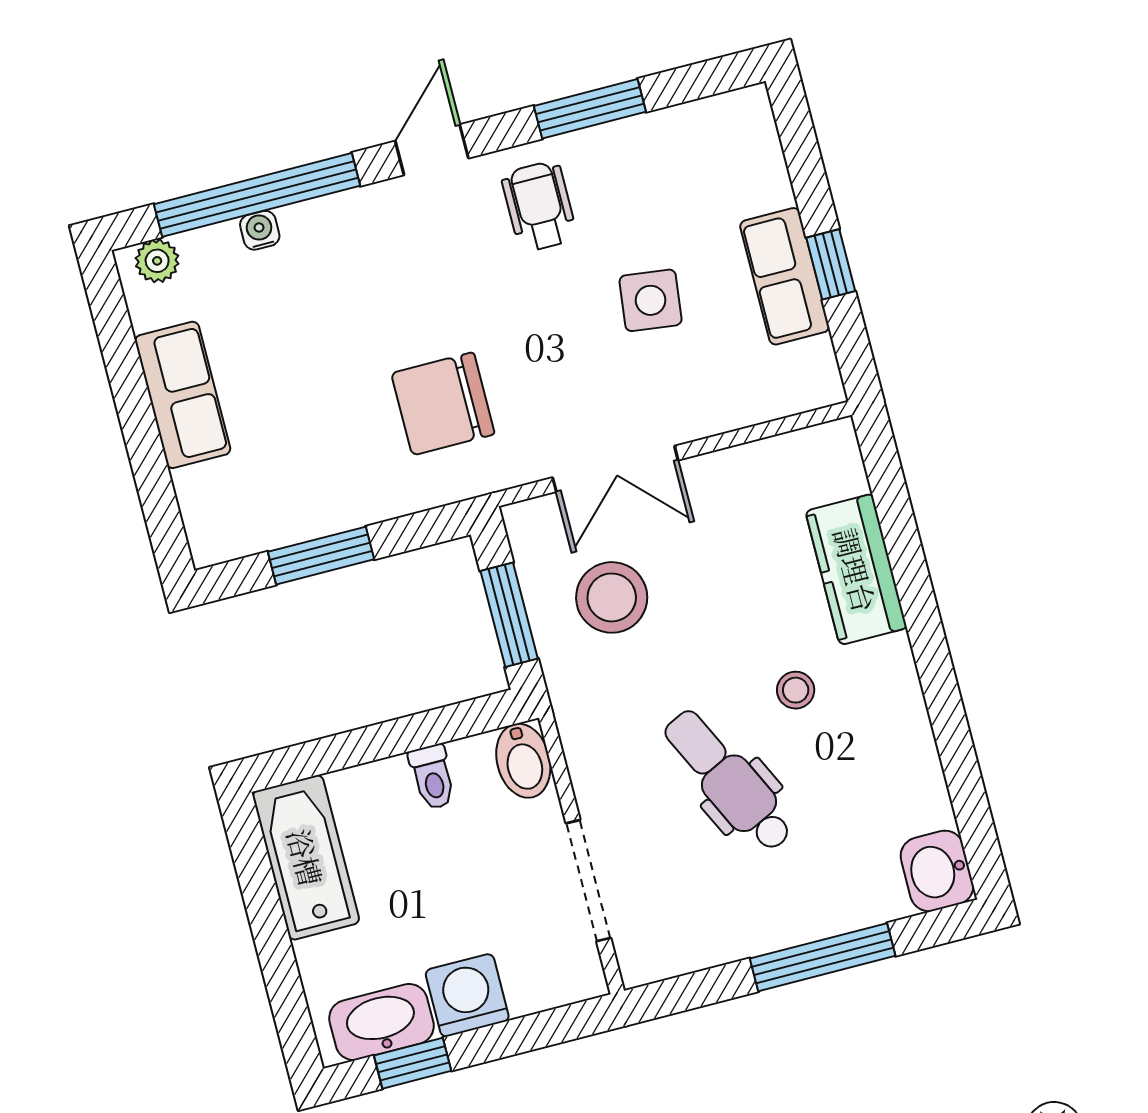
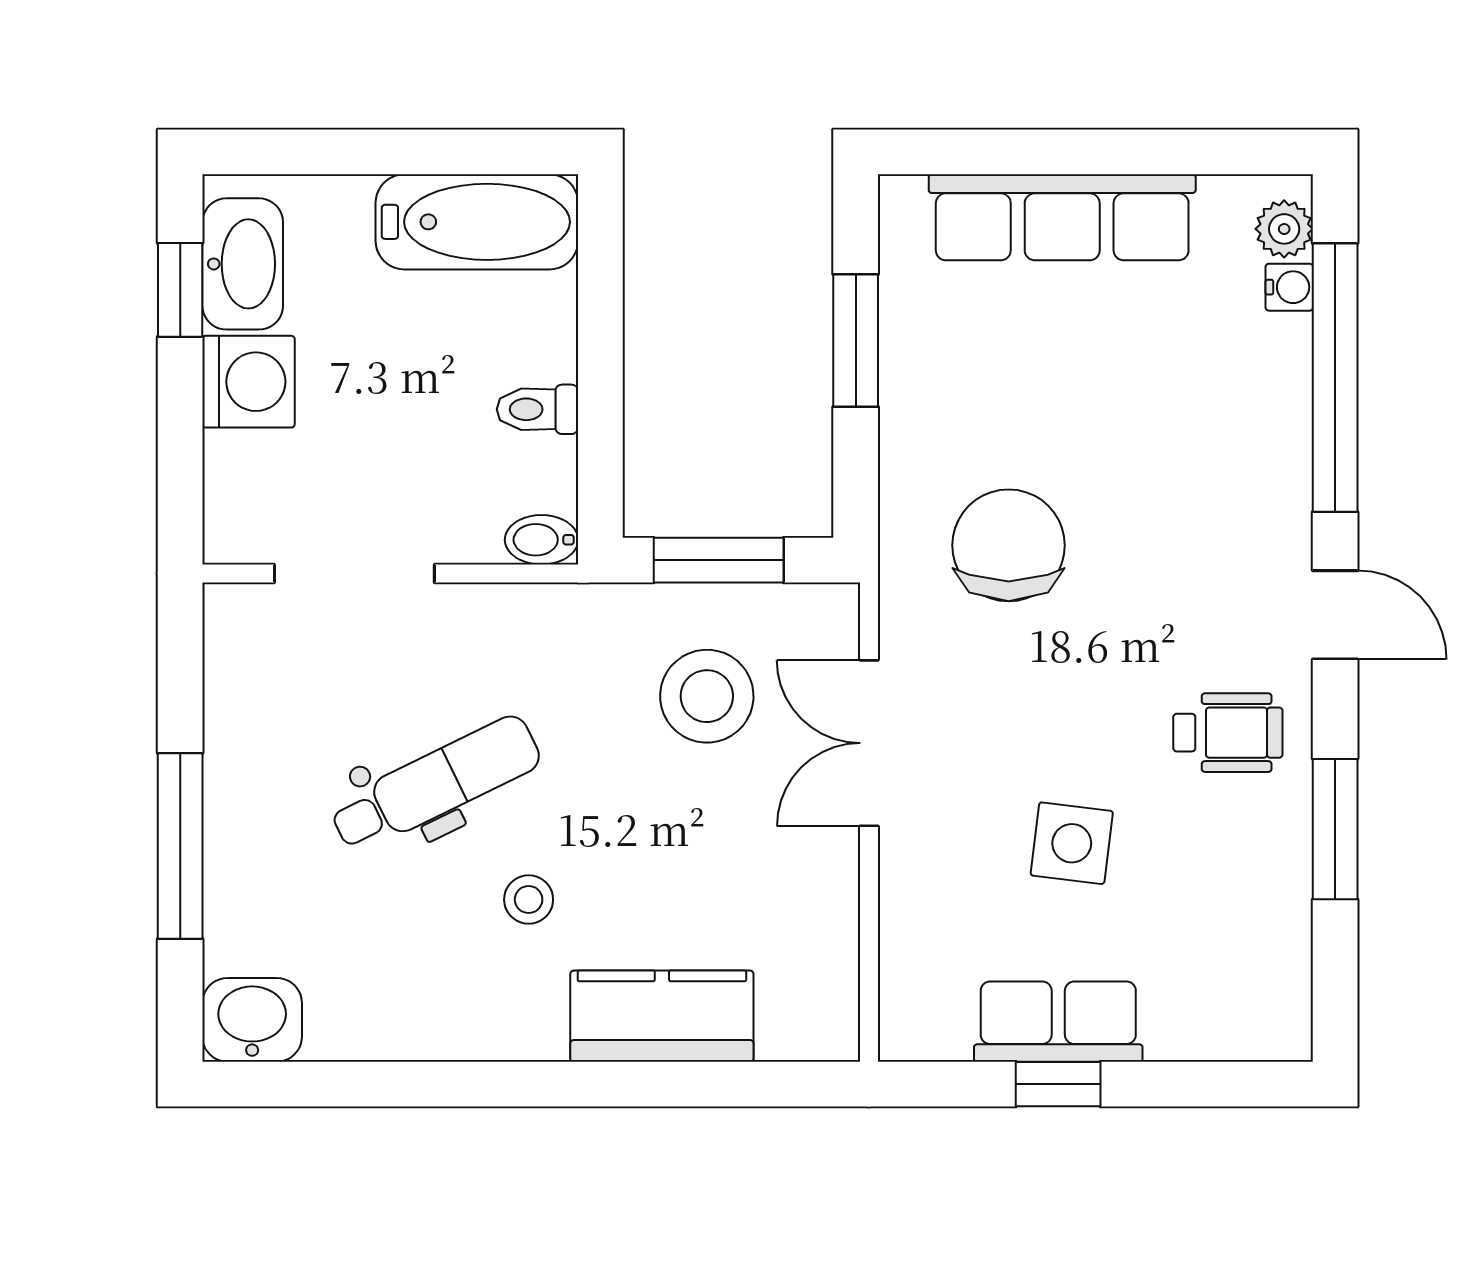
water cooler: (260, 230) -> (1289, 287), moved
row of seats: (183, 395) -> (1062, 217), width x1.48
bidet: (523, 761) -> (541, 540), width x0.72, depth x0.74

